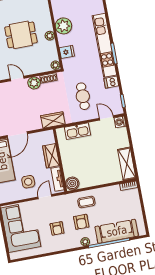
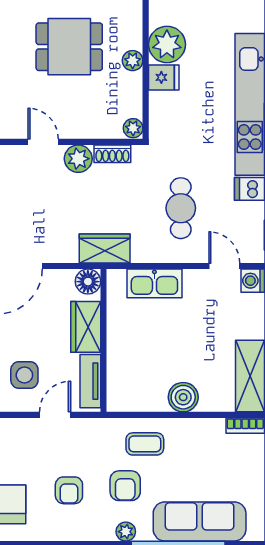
fridge: (67, 52) -> (164, 77), moved
floor lamp: (48, 136) -> (88, 282), added
boiler: (72, 183) -> (183, 397), moved

